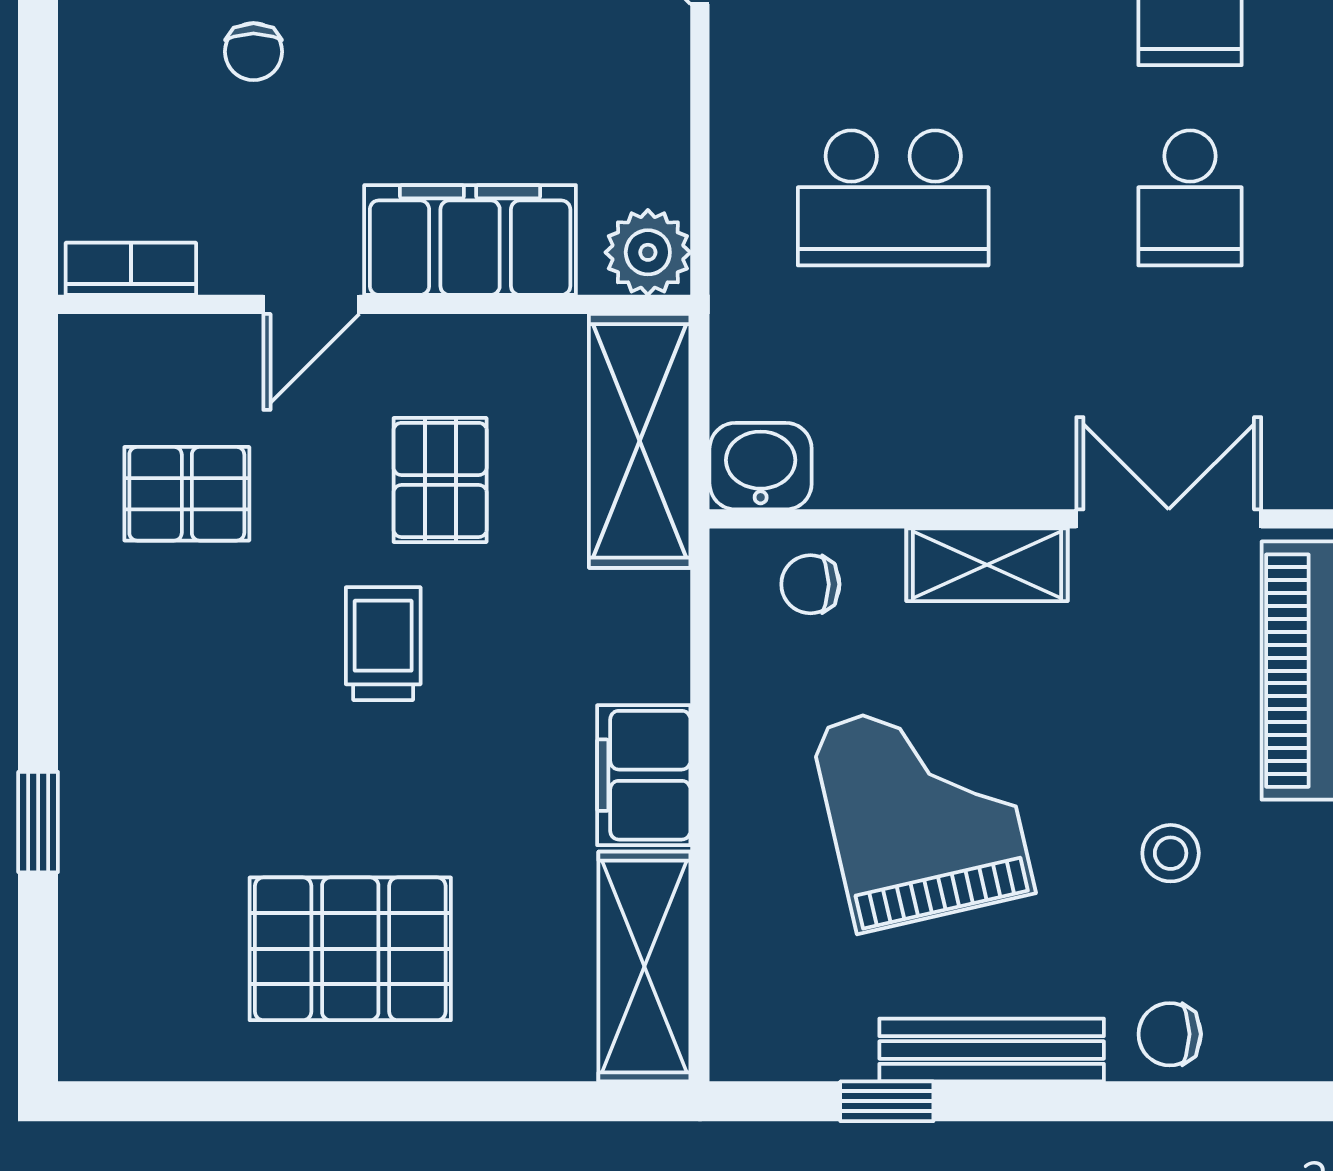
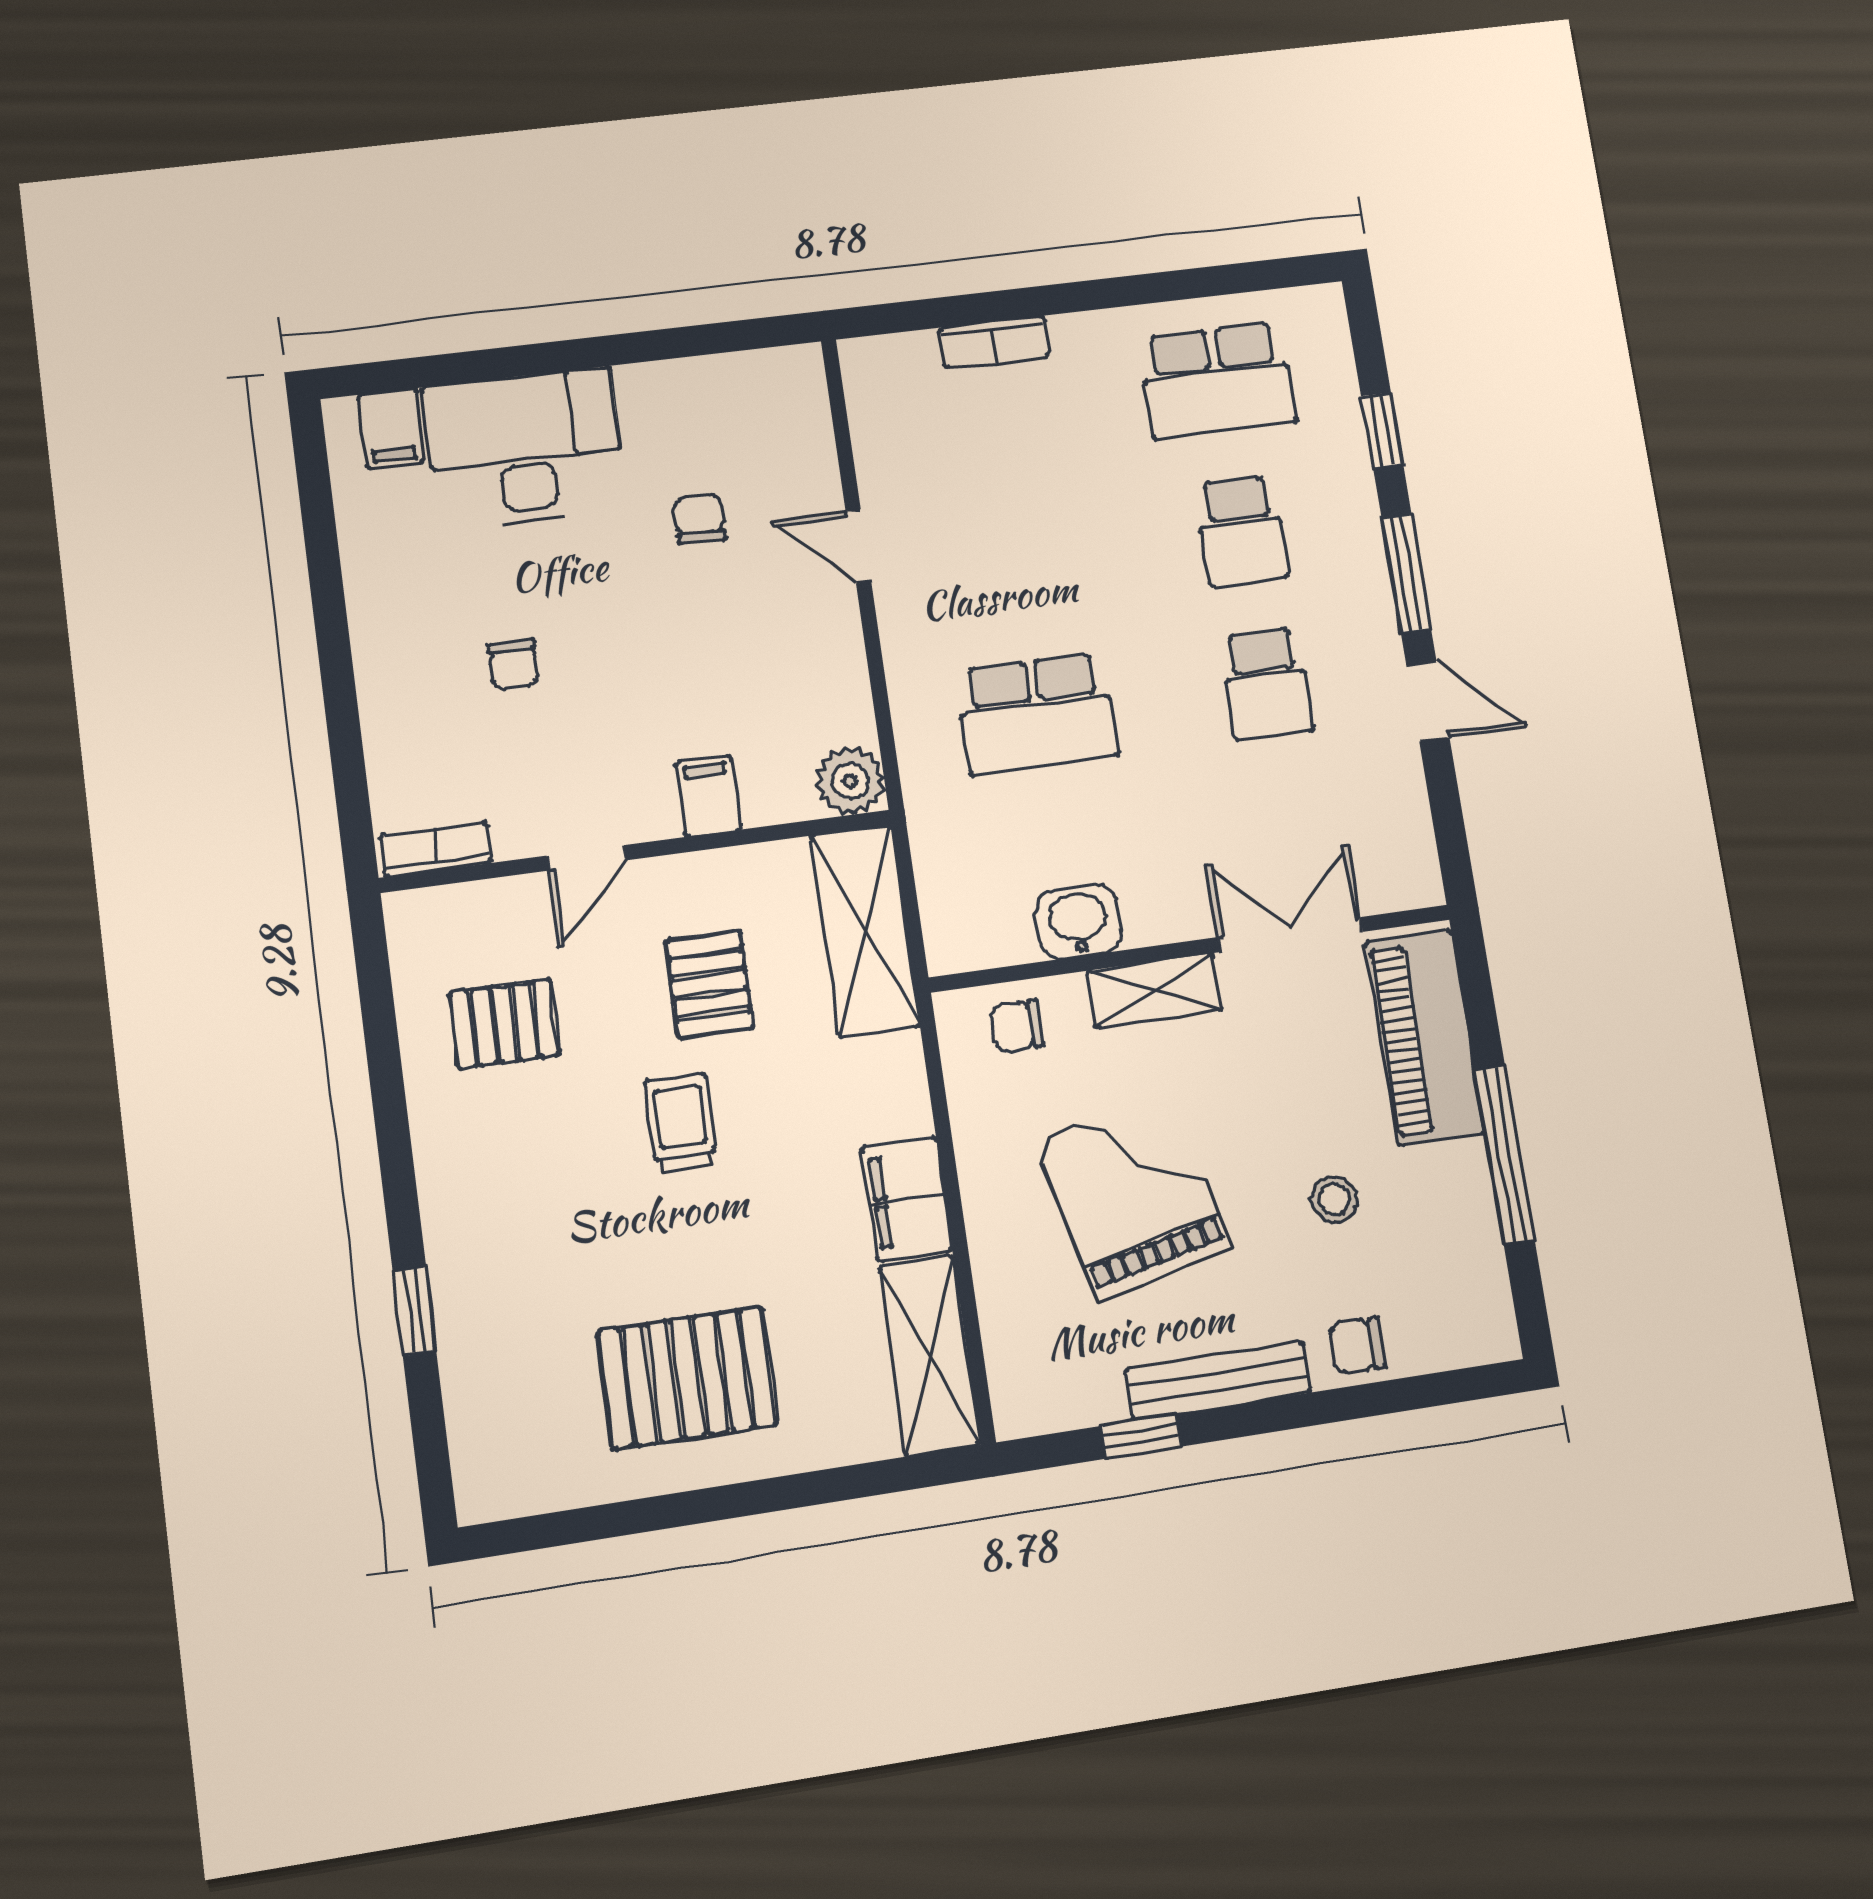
filing cabinet: (470, 240) -> (708, 796), width x0.33, depth x0.86
washbasin: (761, 466) -> (1078, 922), moved

